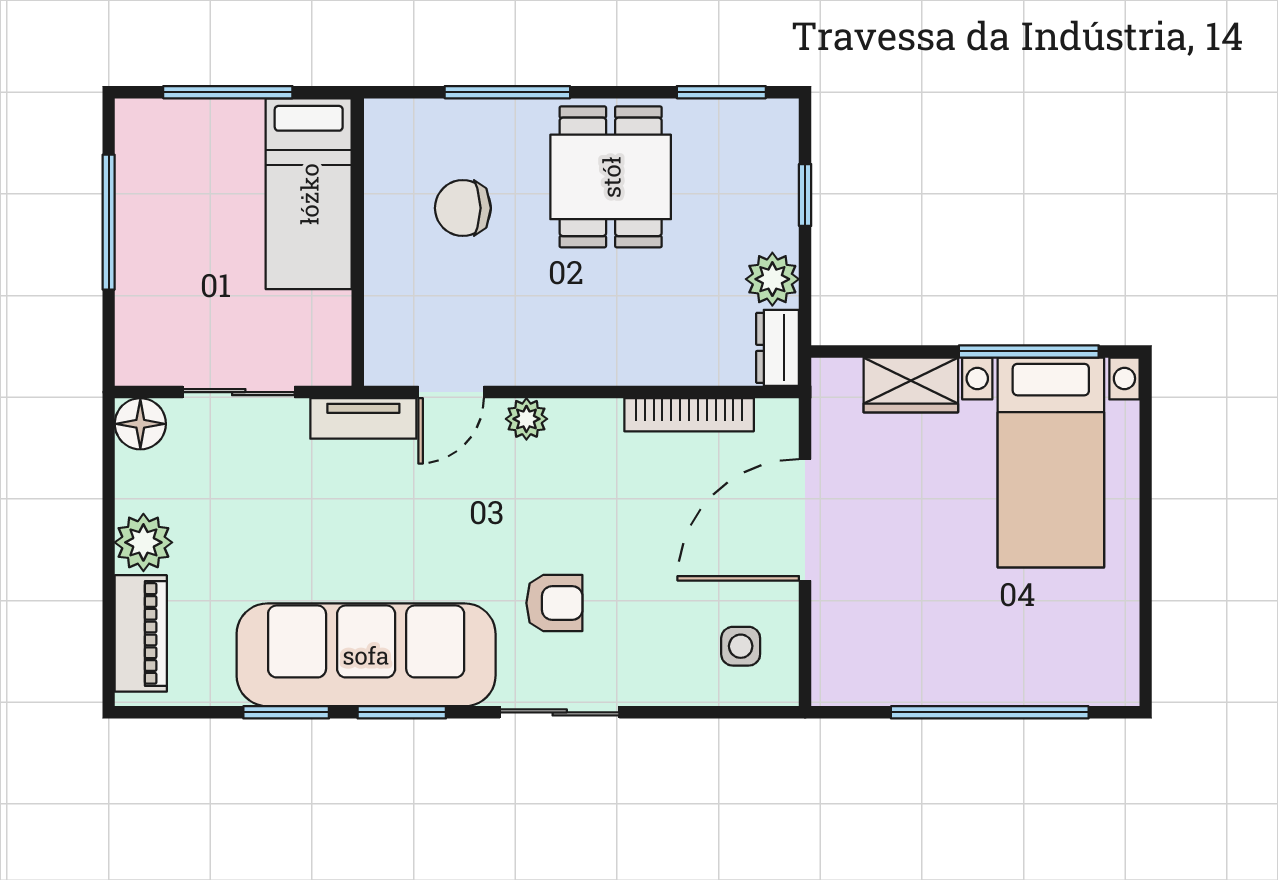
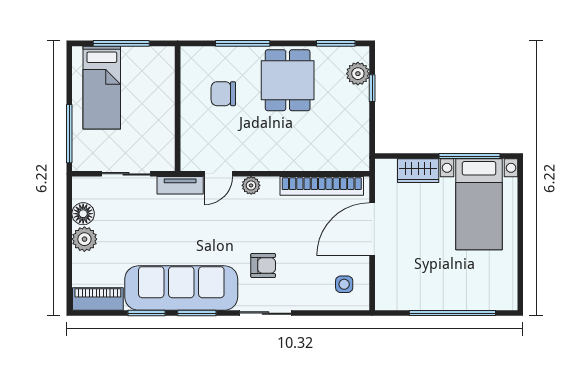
bed: (309, 194) -> (102, 88), moved
window: (109, 222) -> (69, 134), moved
plant: (772, 279) -> (358, 74), moved
dresser: (777, 348) -> (360, 155), removed
bookcase: (689, 415) -> (322, 186), width x1.48, depth x1.31
floor lamp: (140, 424) -> (83, 214), moved
piano: (141, 633) -> (98, 299), moved, turned -90

